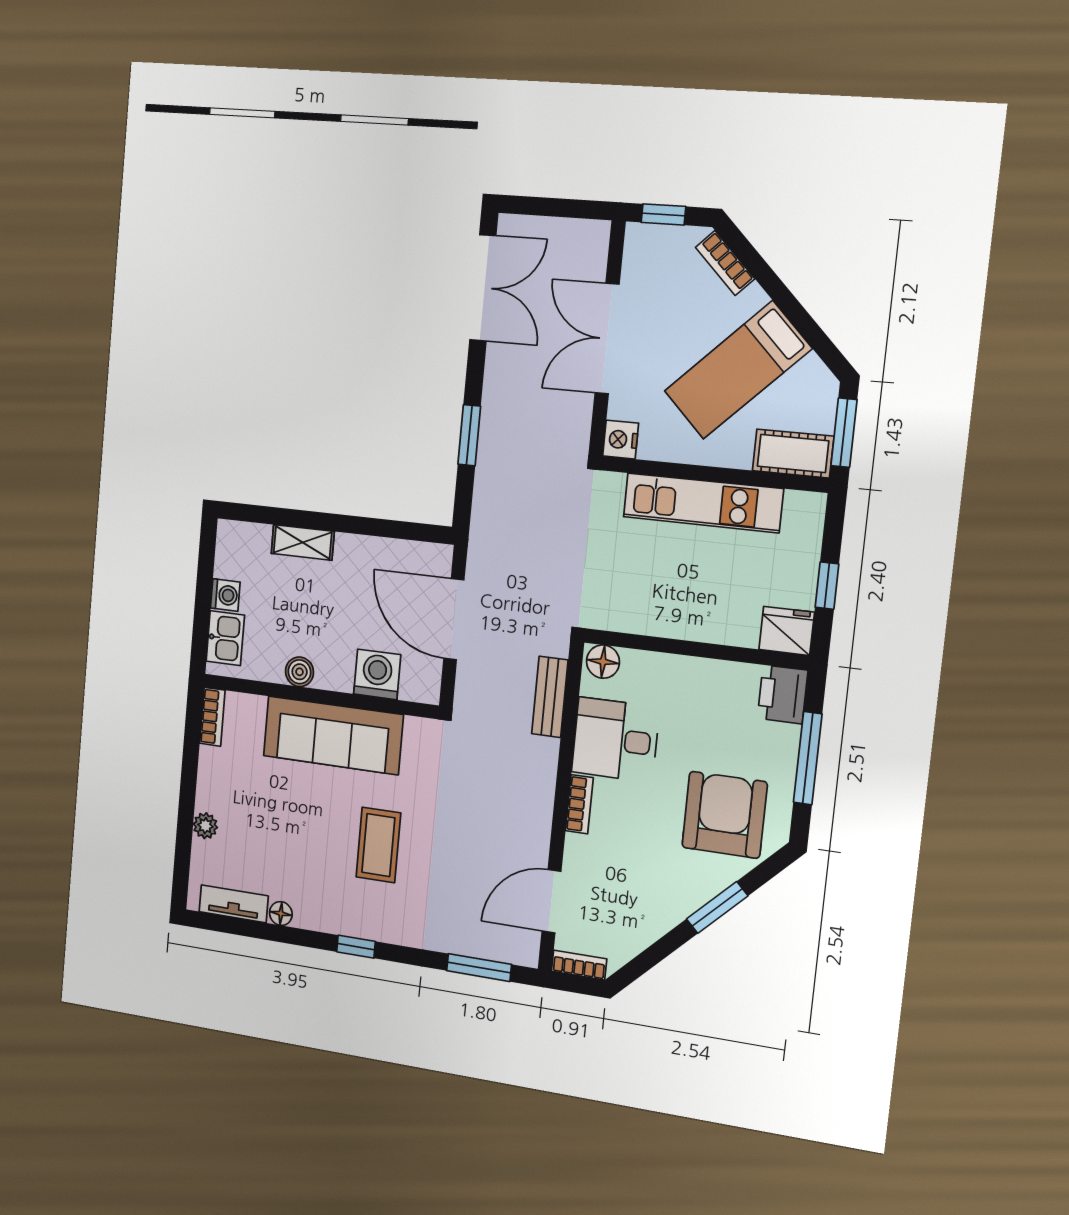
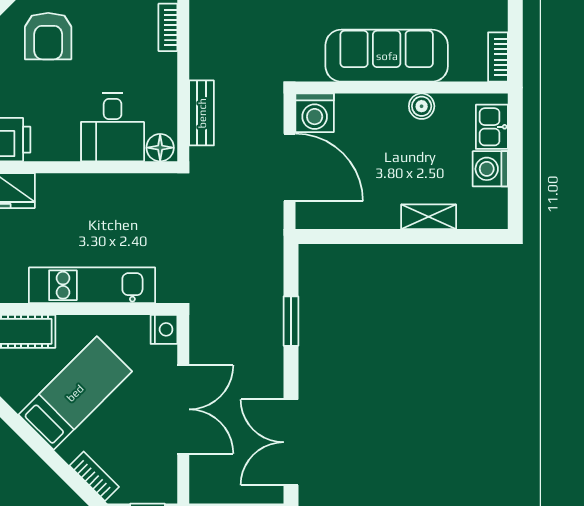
washing machine: (225, 595) -> (490, 169), width x1.38, depth x1.38
washing machine: (377, 674) -> (315, 113), moved
desk: (615, 740) -> (113, 127), moved, turned 90
armchair: (724, 815) -> (48, 36), width x0.73, depth x0.73

